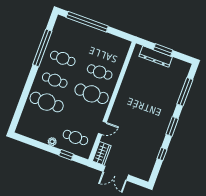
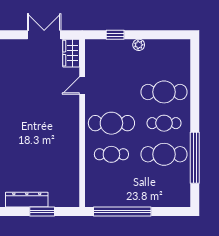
window: (87, 22) -> (122, 212), moved
dresser: (156, 57) -> (27, 200), moved
cafe table: (63, 58) -> (164, 154), width x1.37, depth x1.35
cafe table: (75, 137) -> (111, 61), removed

